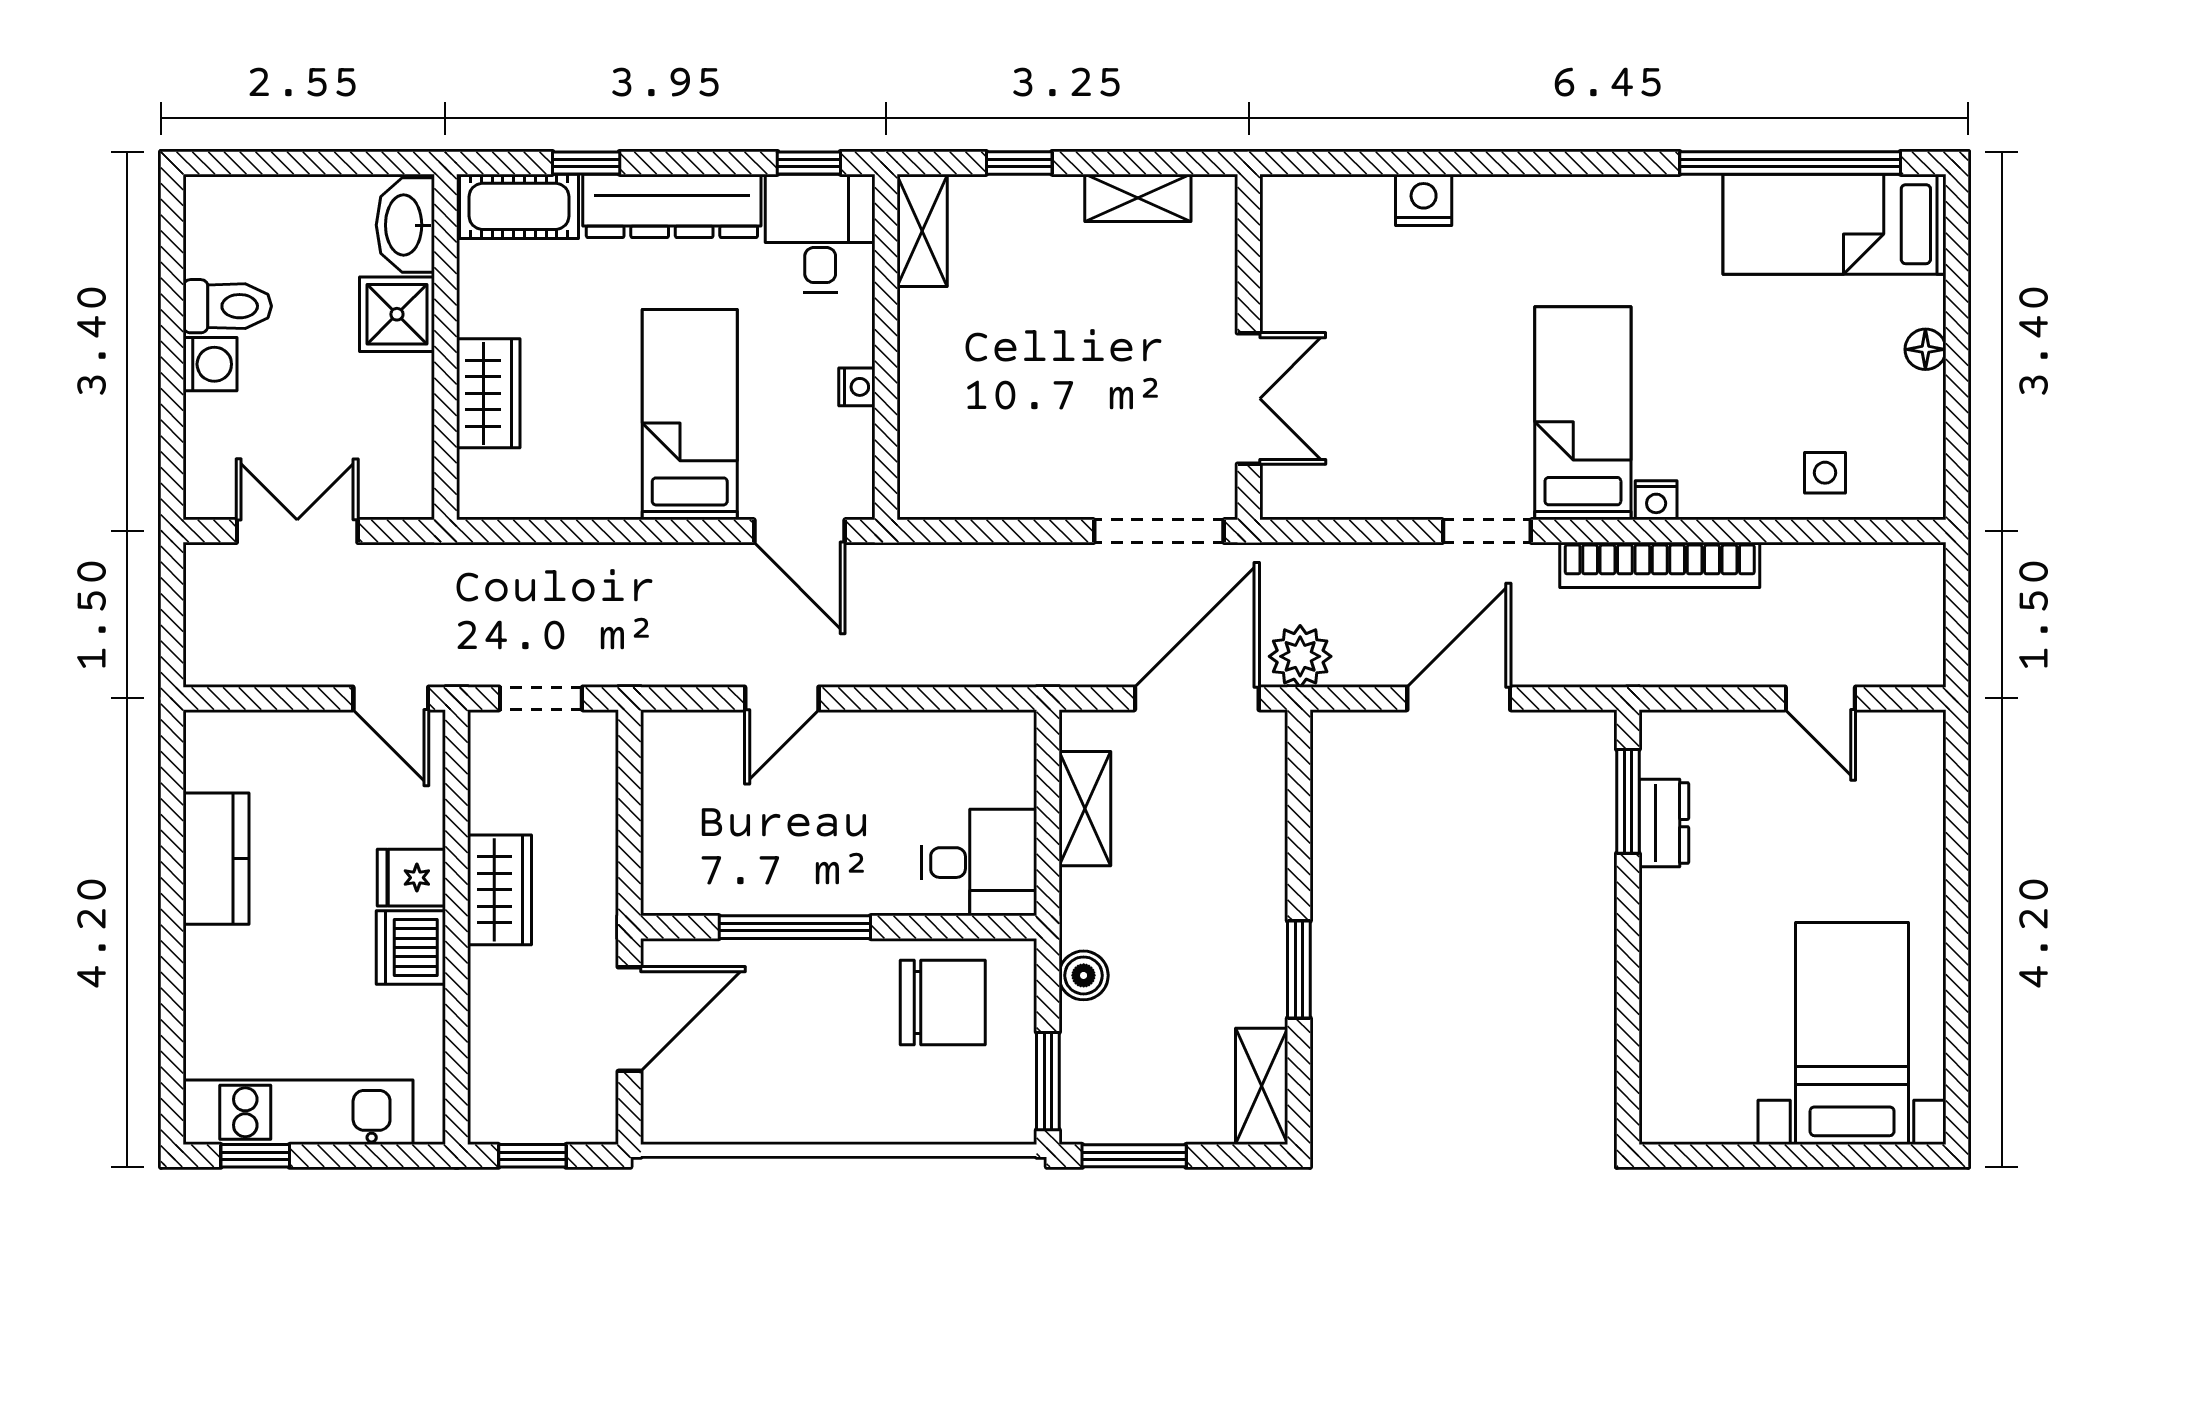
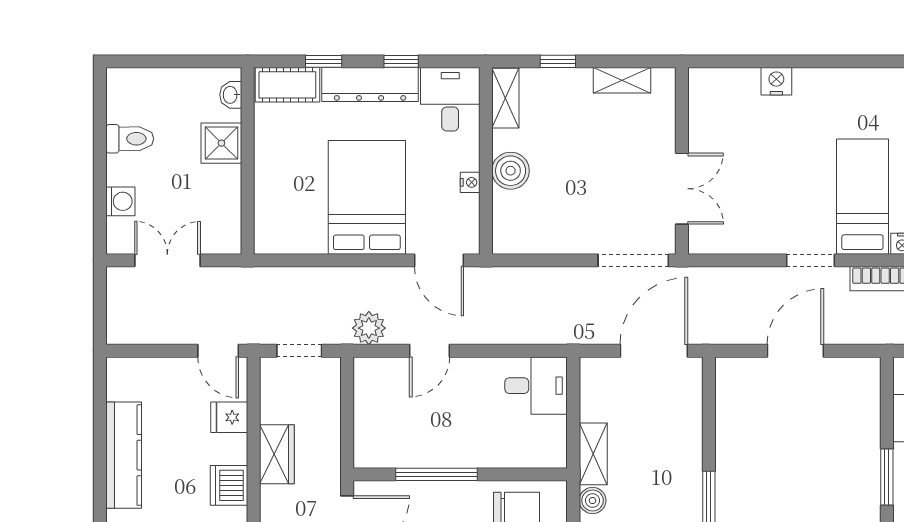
window: (809, 163) -> (401, 61), moved
washbasin: (405, 225) -> (231, 95), width x0.52, depth x0.69
washing machine: (210, 364) -> (120, 201), moved
boiler: (932, 365) -> (511, 171), added
wardrobe: (488, 393) -> (271, 186), removed
bed: (690, 415) -> (367, 197), width x1.50
plant: (1300, 656) -> (369, 328), moved
window: (1628, 801) -> (887, 477), moved
shelving: (1085, 809) -> (593, 454), moved
kitchen counter: (216, 859) -> (124, 455), width x1.50
desk: (979, 863) -> (536, 386), moved
fridge: (411, 878) -> (229, 417), moved

